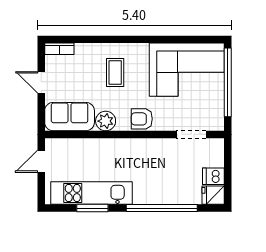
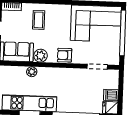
coffee table: (115, 73) -> (39, 20), moved
plant: (93, 146) -> (32, 72), added

